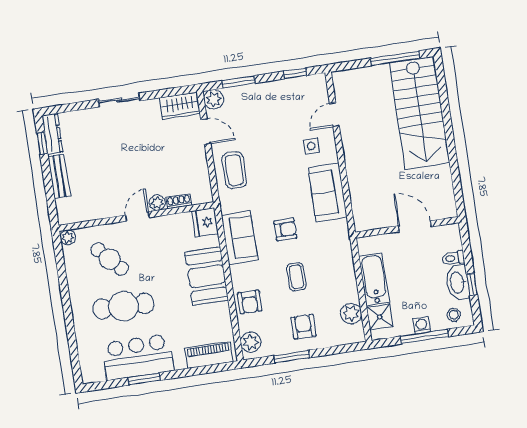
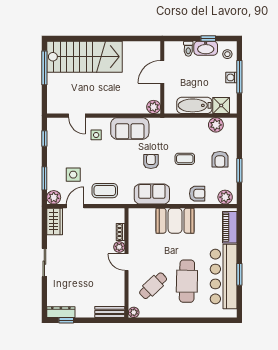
side table: (250, 122) -> (73, 175), added
bench: (59, 176) -> (110, 312), moved
plant: (363, 221) -> (154, 107), added
fridge: (205, 222) -> (138, 216), removed
armchair: (303, 327) -> (220, 159), turned -90
bar counter: (138, 357) -> (224, 277), width x1.36

